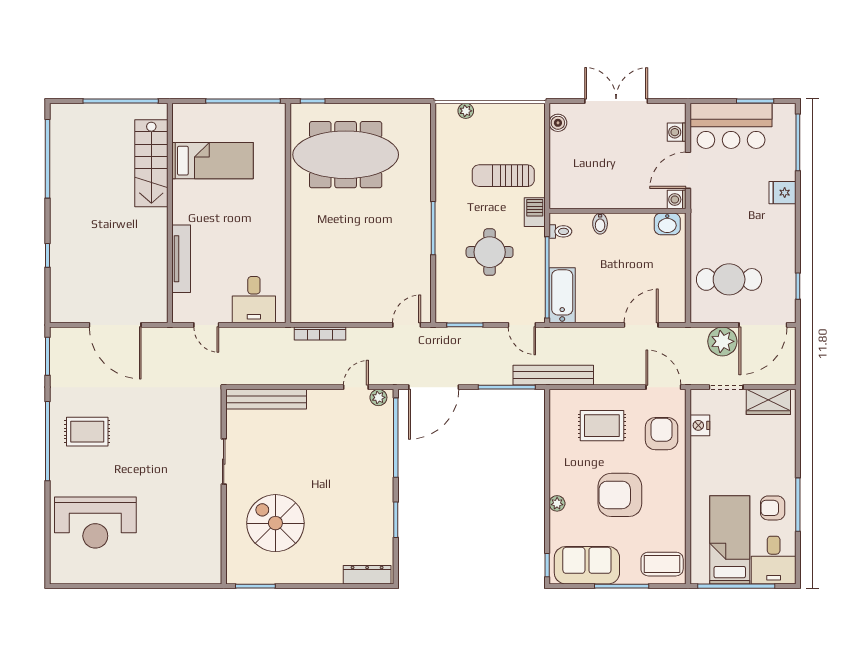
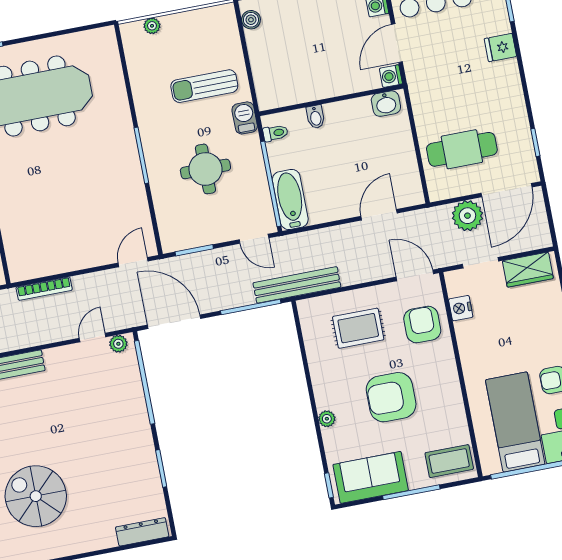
door: (434, 387) -> (174, 322), swing flipped

